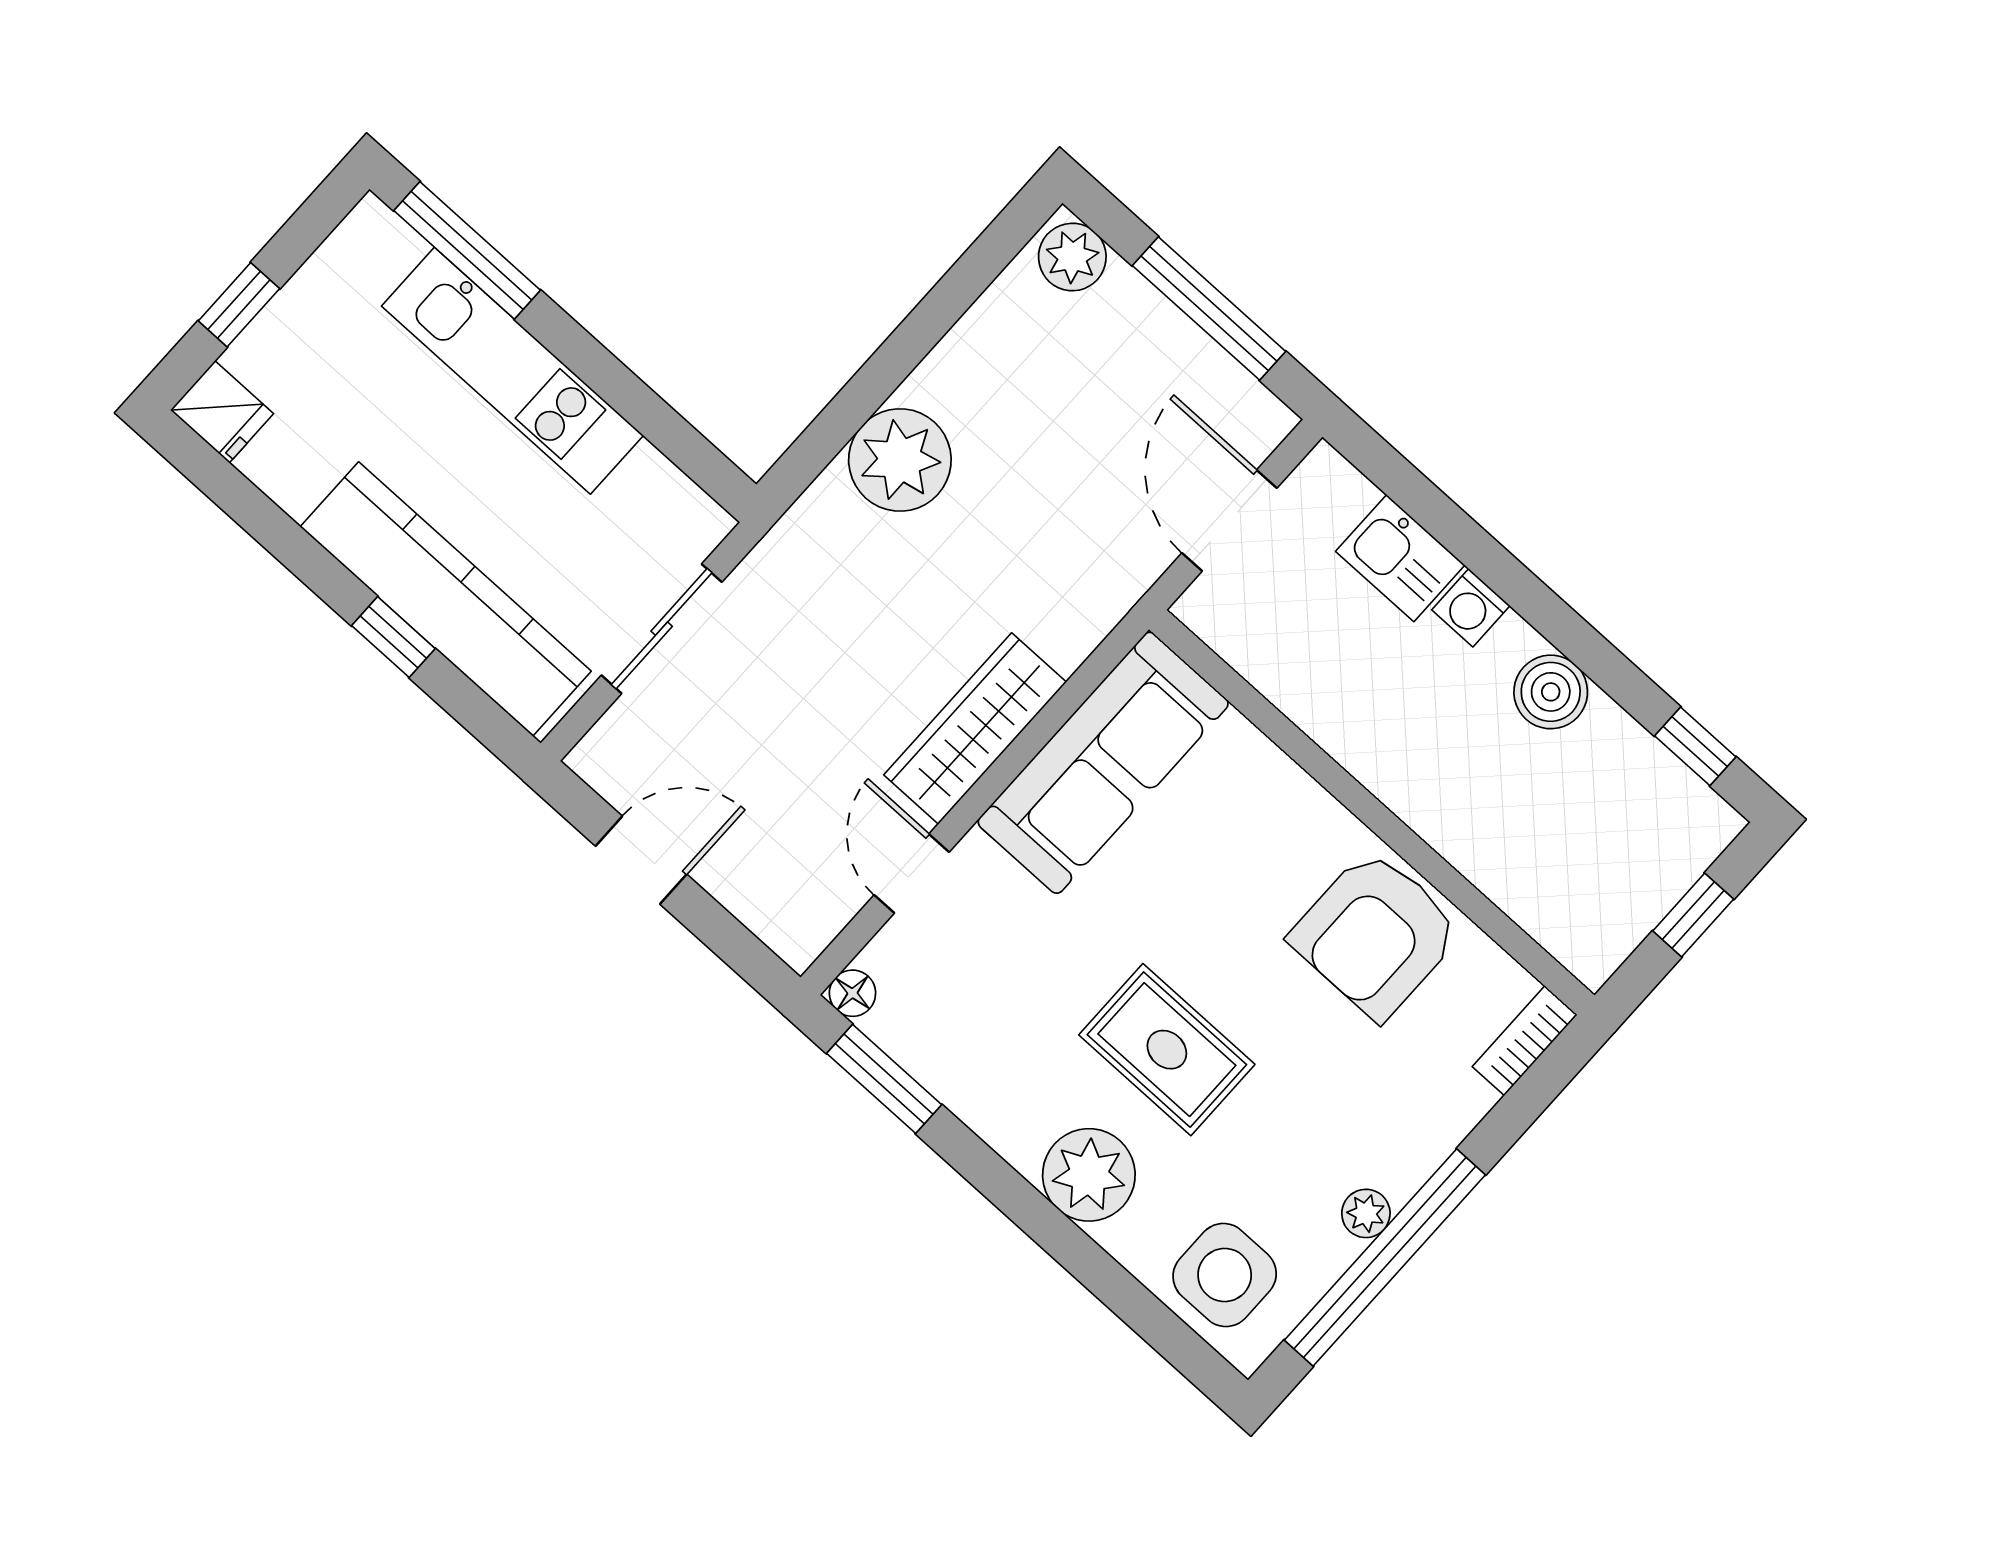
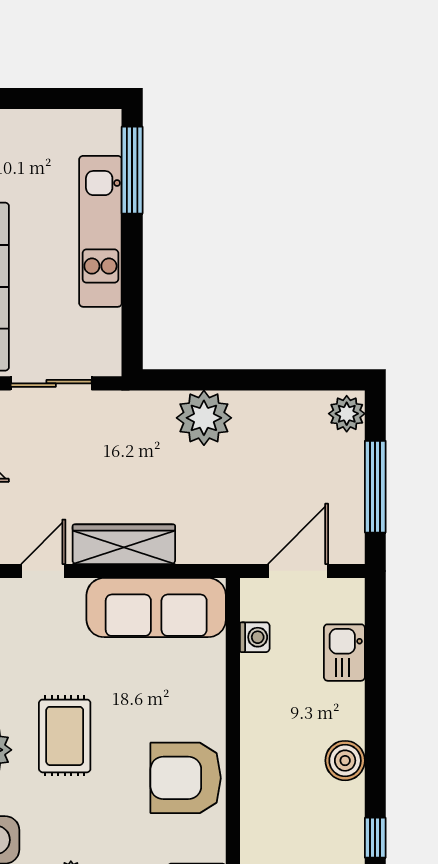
window: (239, 305) -> (29, 99), removed
washing machine: (1471, 608) -> (255, 637), moved, turned 180

